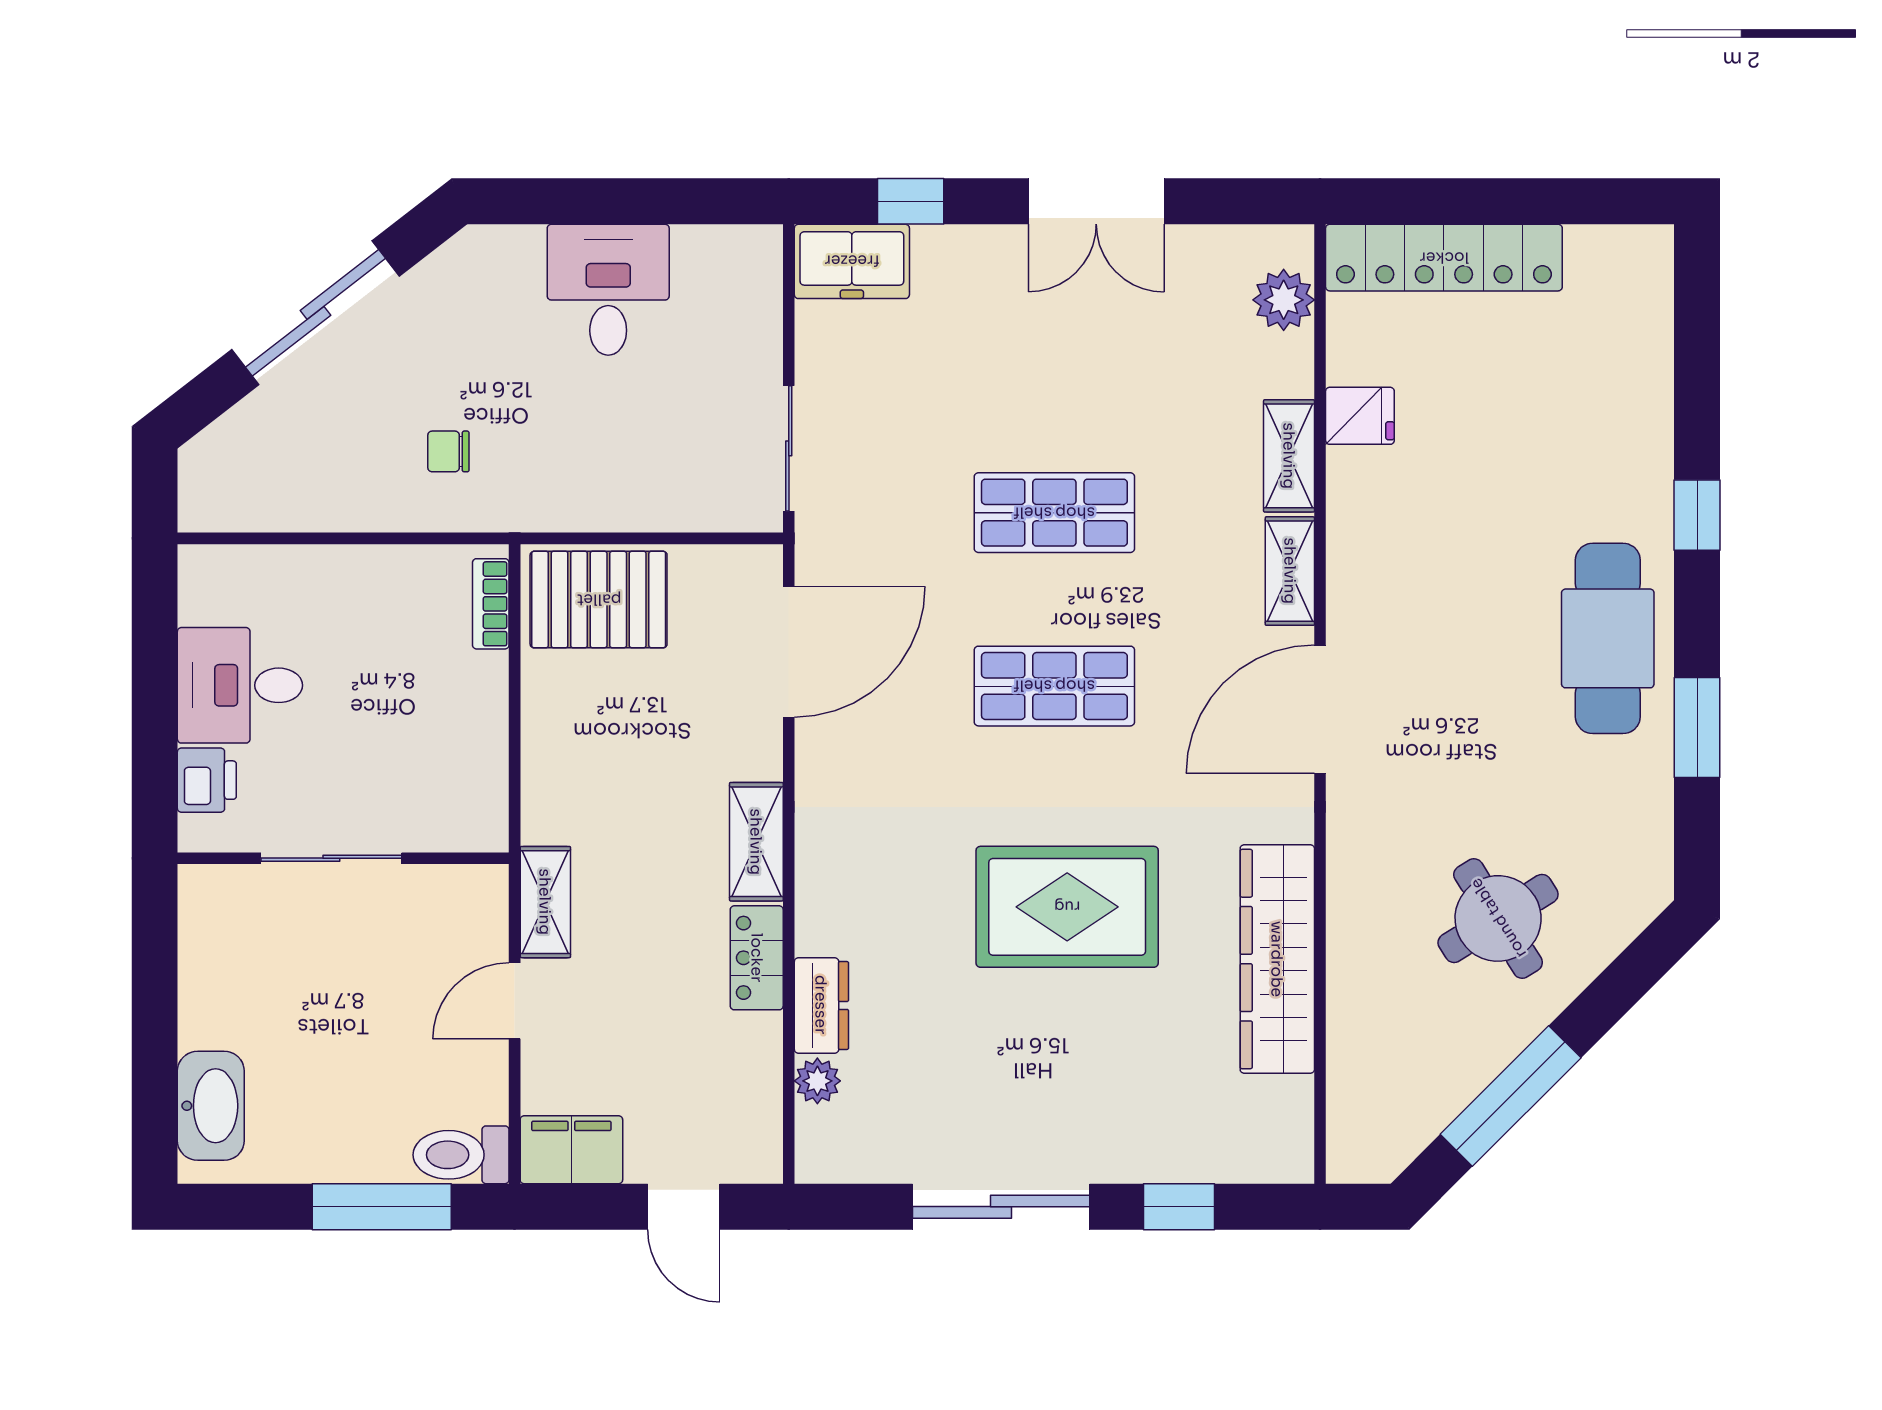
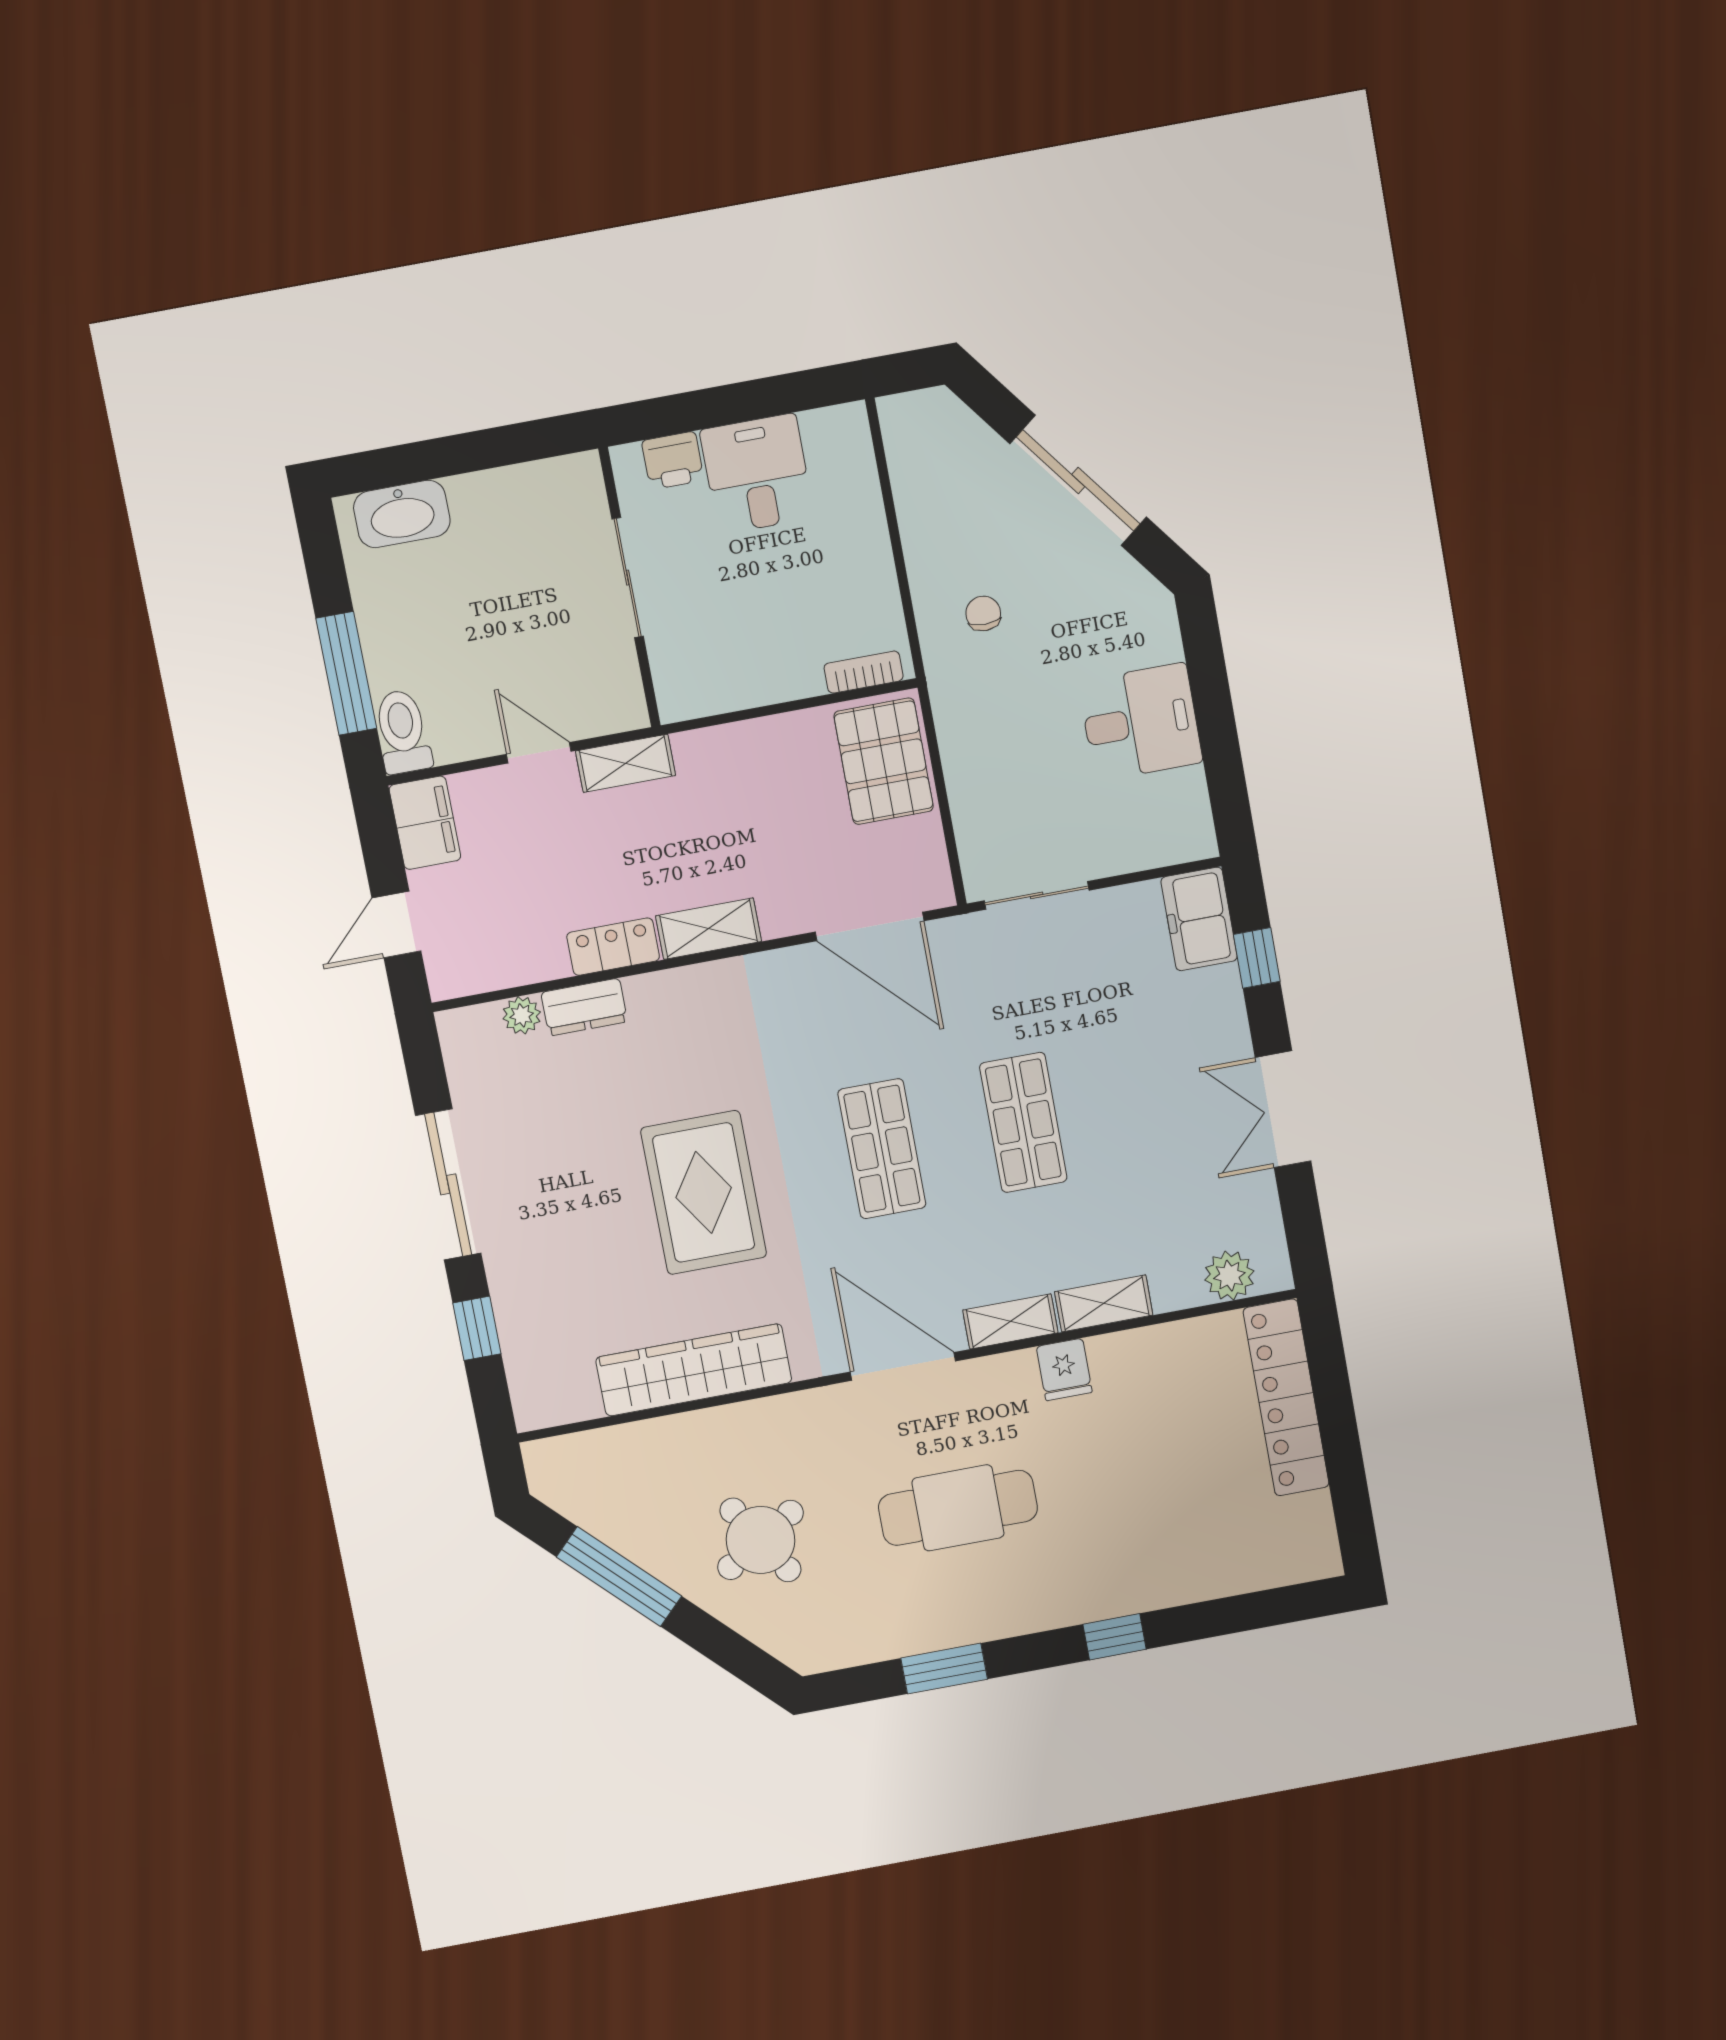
fridge: (1360, 416) -> (1064, 1370), moved
cafe table: (1608, 638) -> (958, 1508), moved

